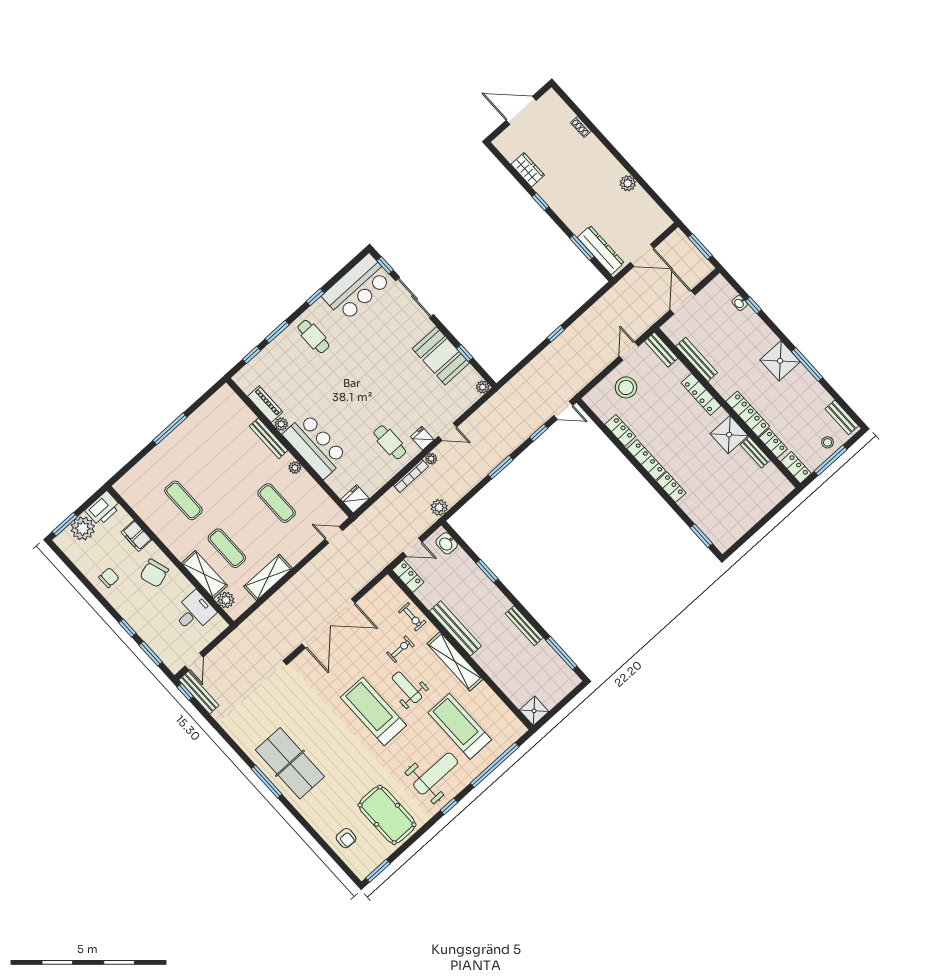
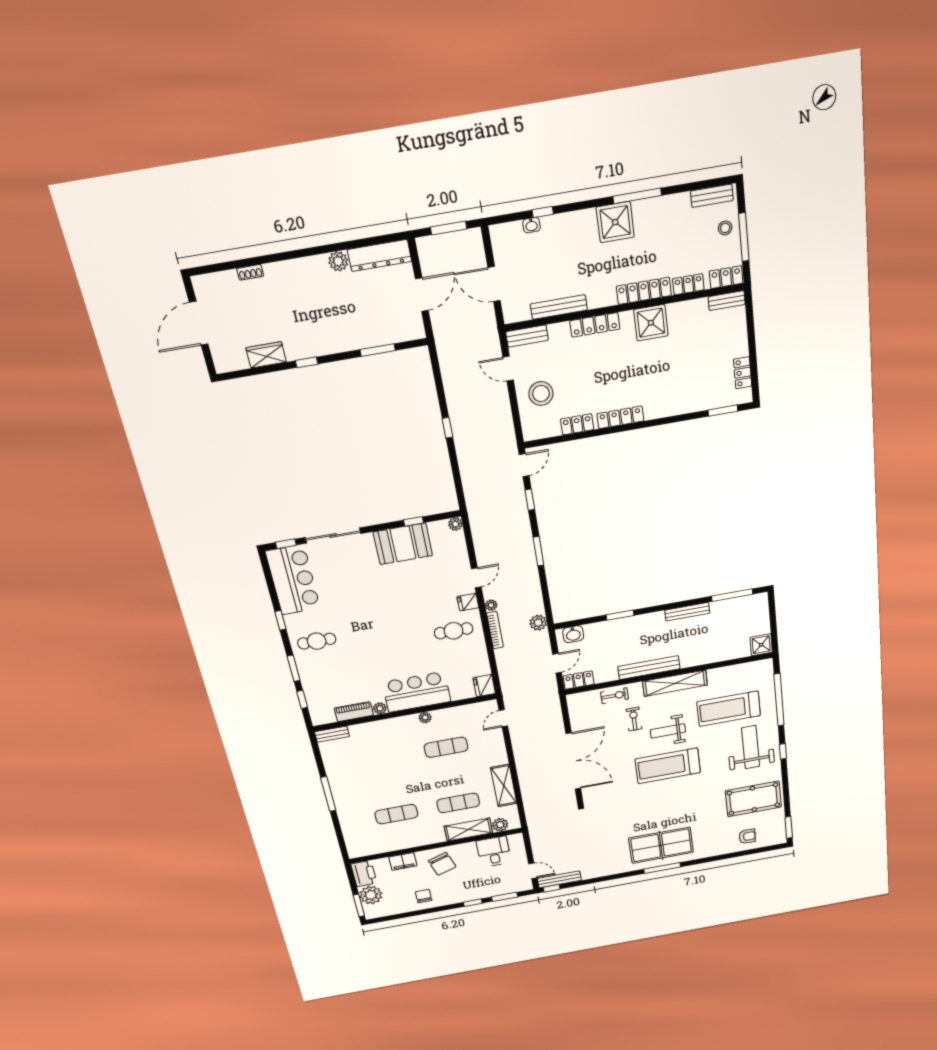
dresser: (601, 250) -> (380, 255), moved, turned 180
bench: (269, 438) -> (332, 734), moved, width x0.73
bench: (755, 452) -> (727, 301), moved
locker: (671, 487) -> (743, 373), moved, turned -90

